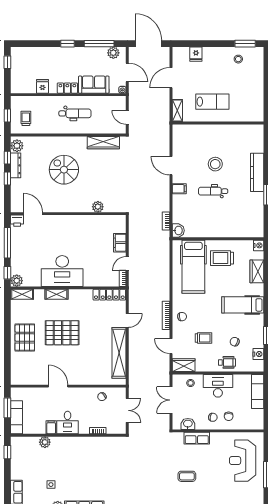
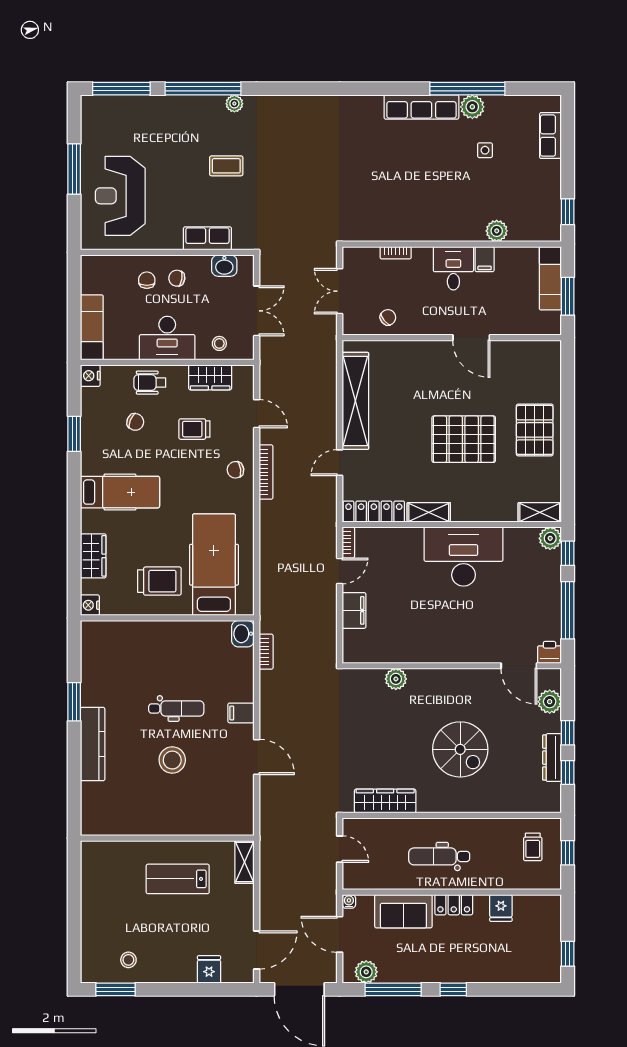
door: (171, 78) -> (257, 950), moved
plant: (17, 146) -> (550, 702), moved
shelving: (56, 294) -> (429, 512), moved
nightstand: (258, 354) -> (90, 376), moved
wardrobe: (184, 365) -> (210, 377), moved
reception desk: (243, 461) -> (120, 196), turned 180

